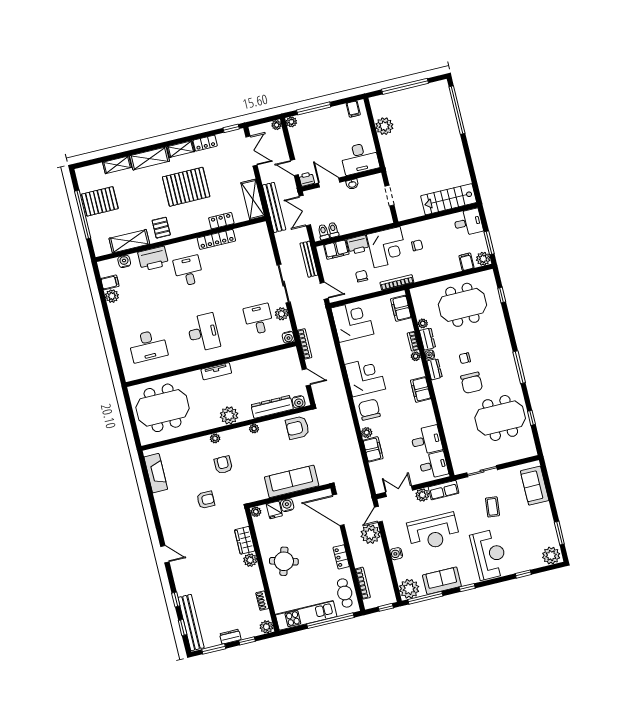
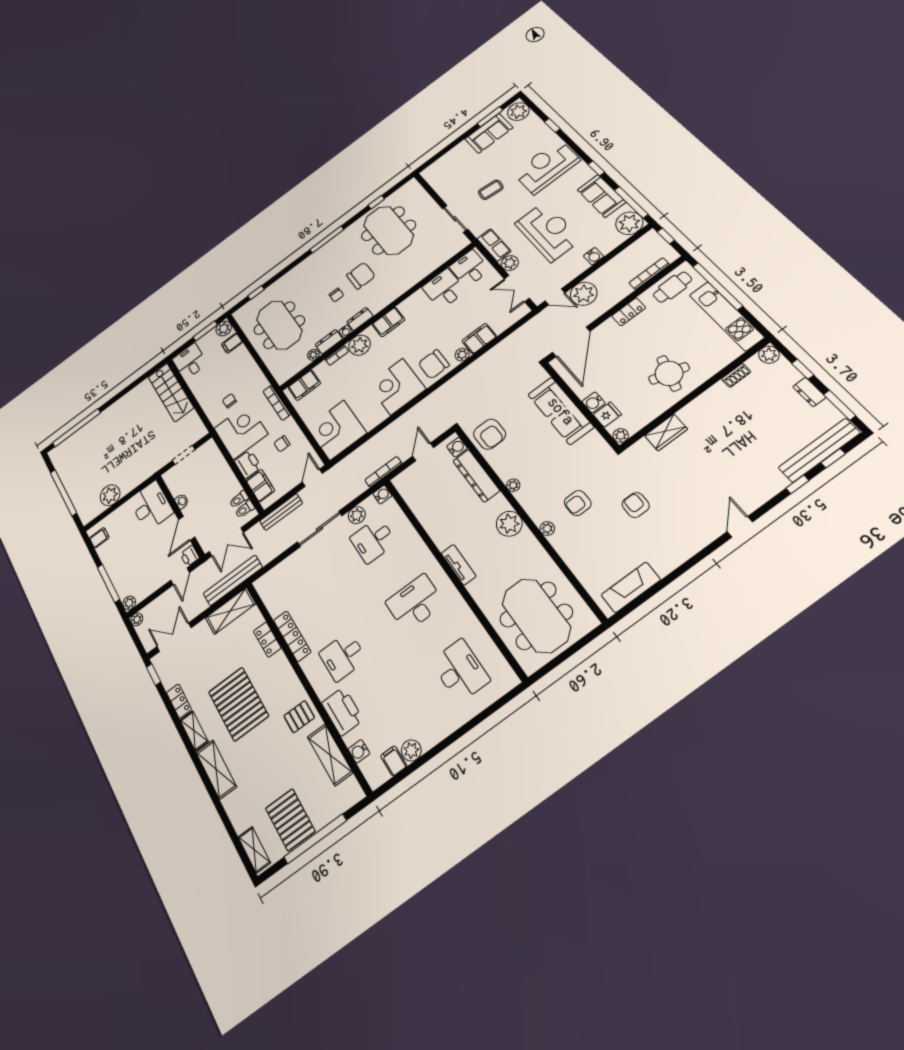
shelving: (117, 165) -> (254, 850), moved
plant: (416, 356) -> (360, 345), width x1.87, depth x1.87
sofa: (535, 486) -> (489, 133), moved
plant: (250, 560) -> (689, 414), removed

